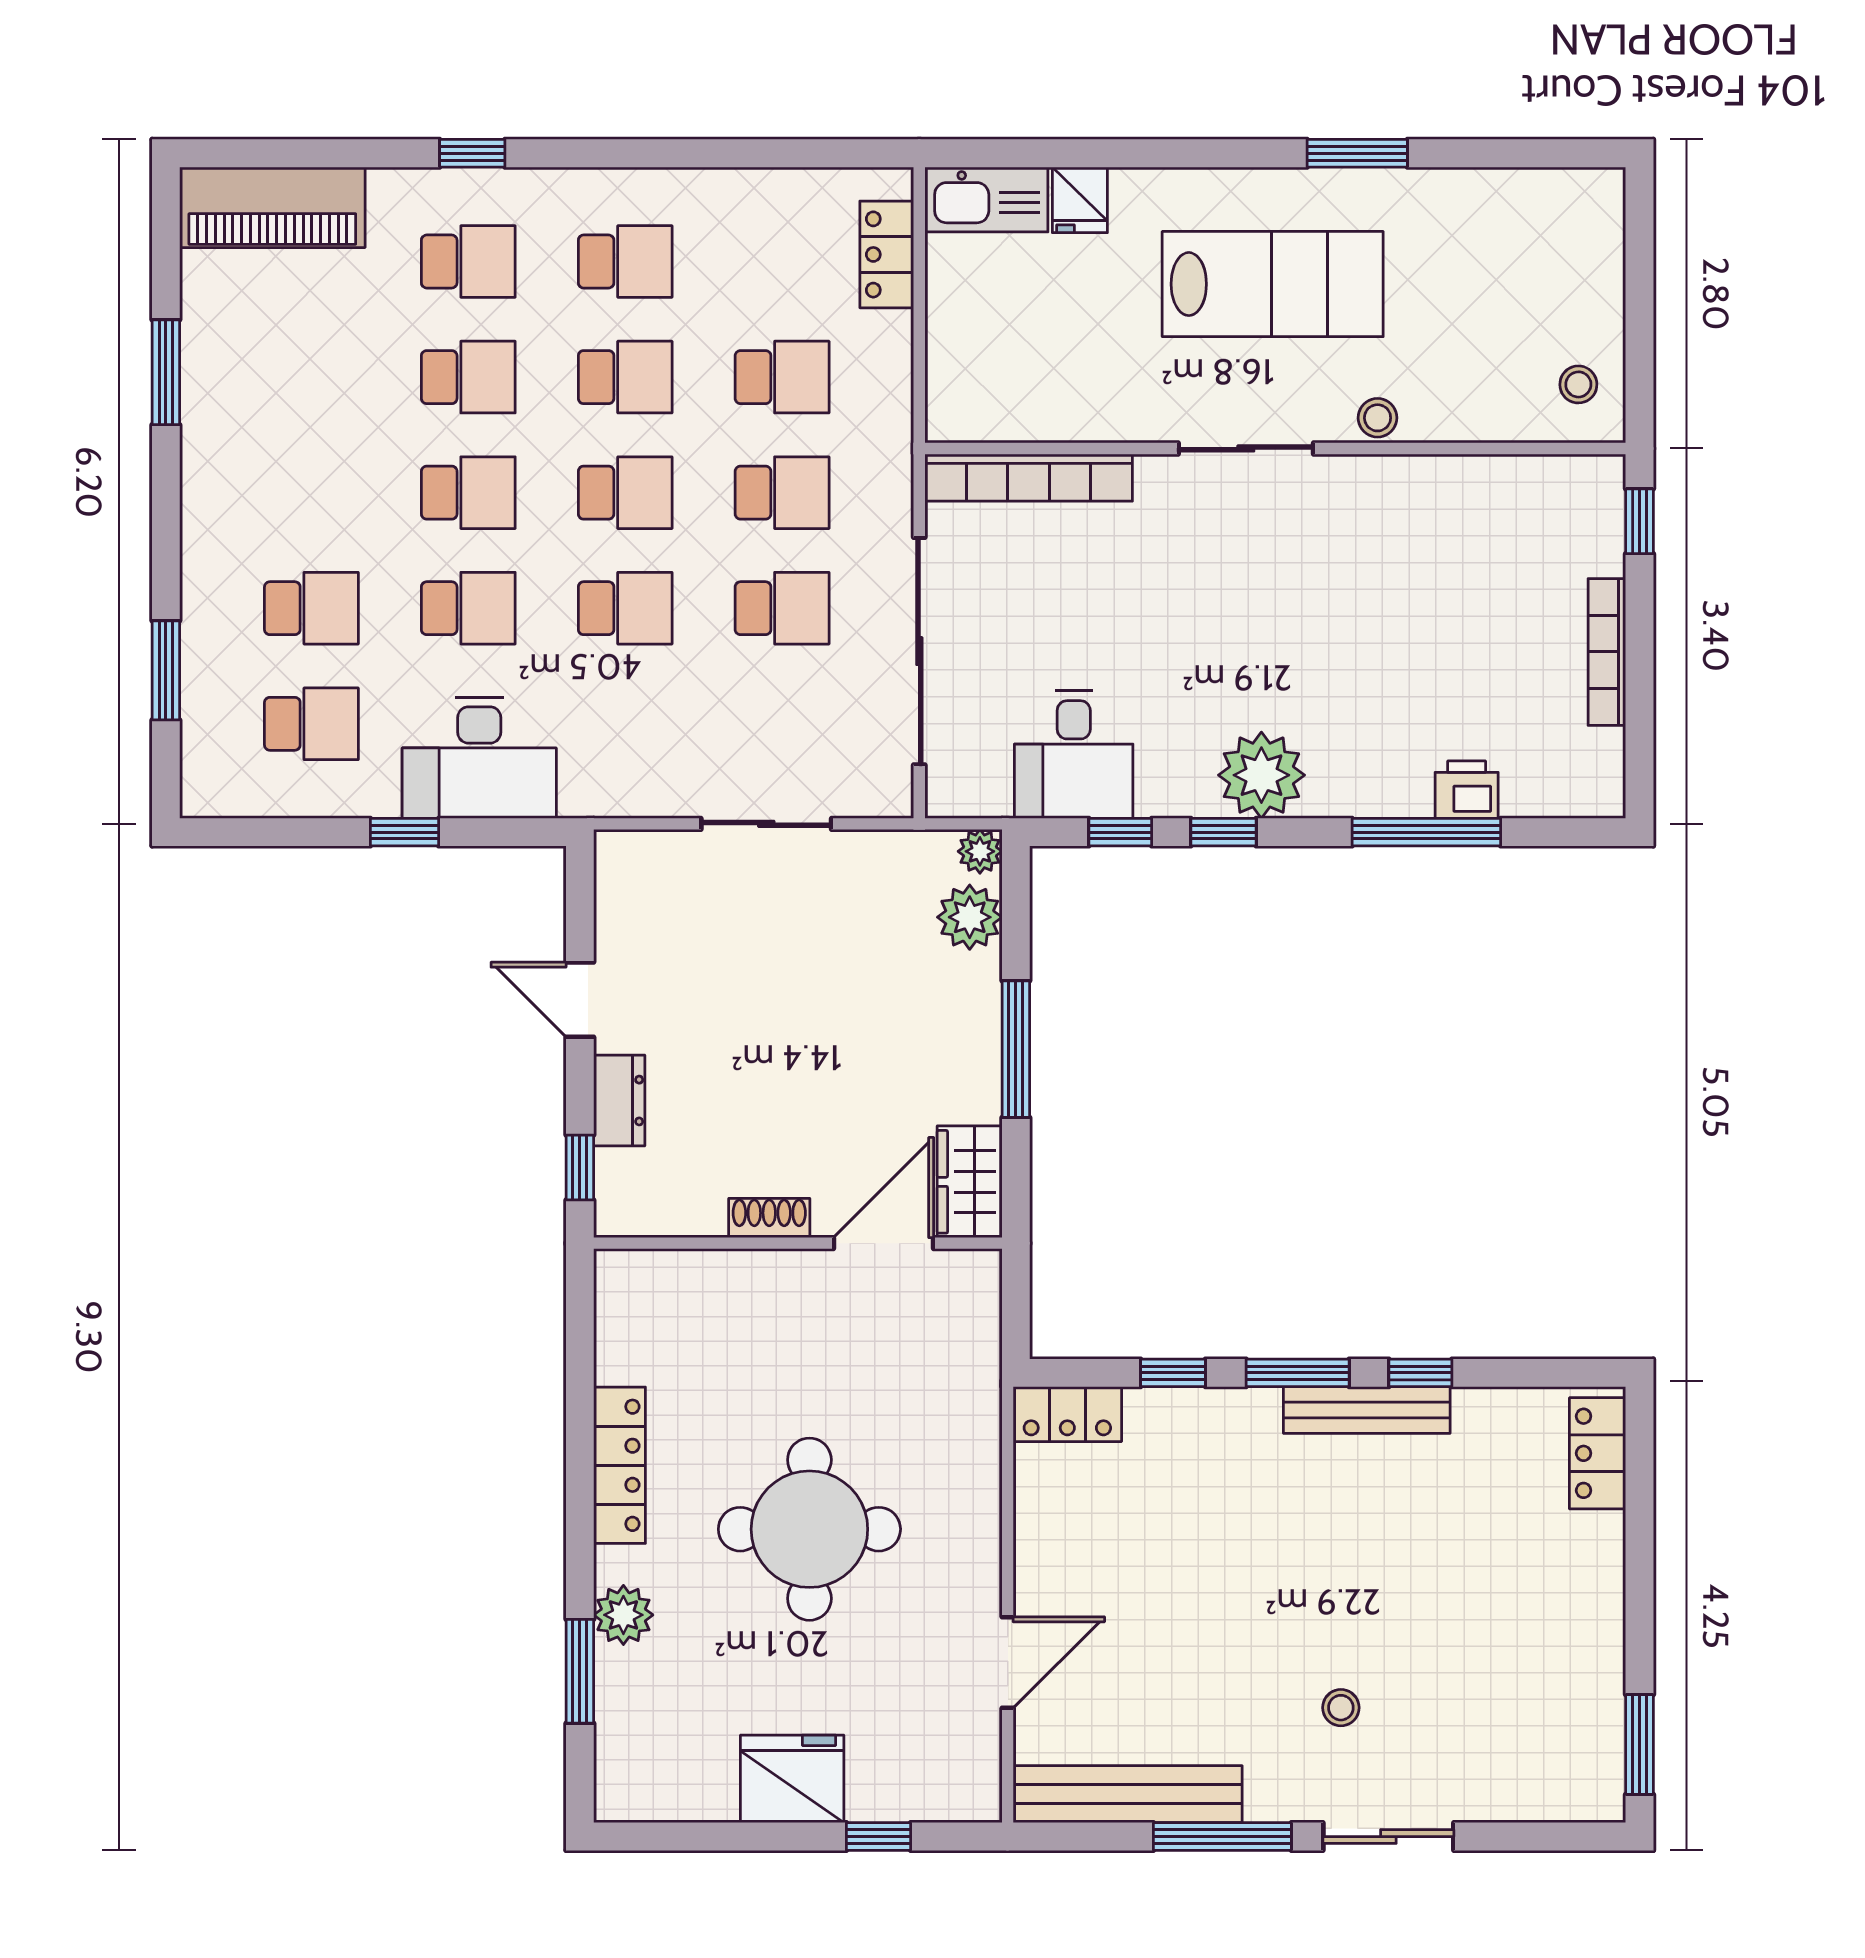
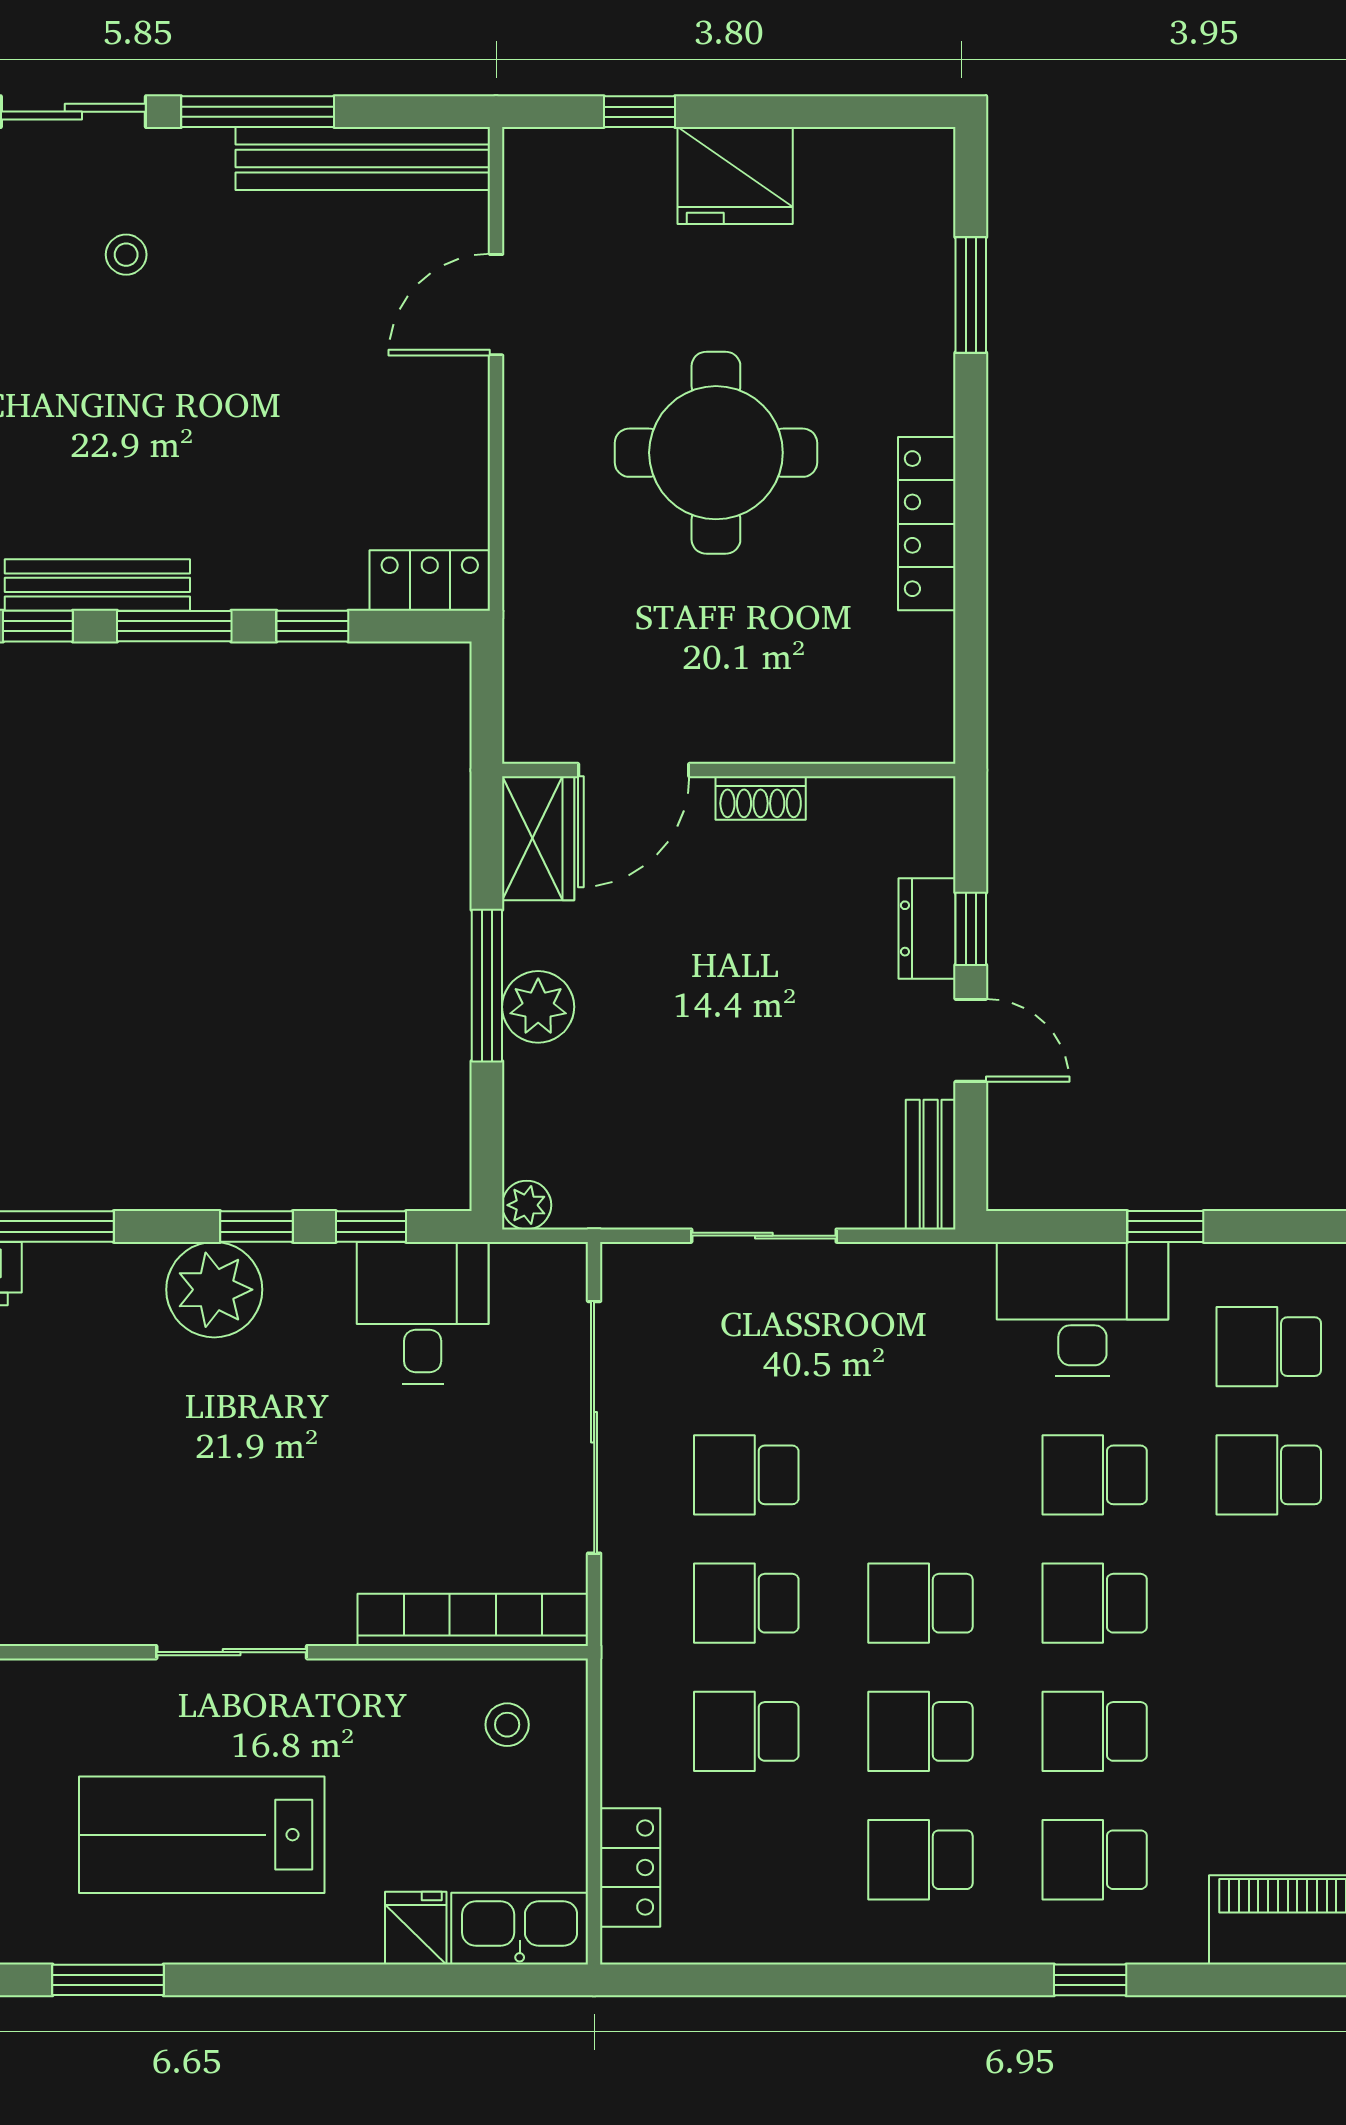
stool: (1378, 418) -> (507, 1725), moved
school desk: (625, 608) -> (920, 1475), removed
bench: (616, 888) -> (931, 1165), added
plant: (970, 917) -> (538, 1007), moved
window: (580, 1168) -> (971, 929), moved
plant: (623, 1615) -> (922, 358), removed

